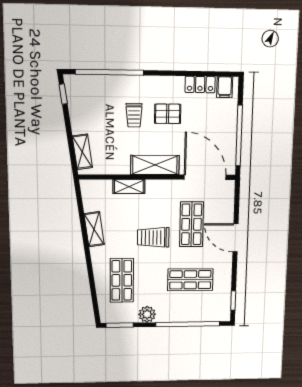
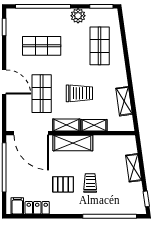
shelving: (82, 152) -> (134, 168), moved
shelving: (162, 187) -> (66, 125), added
shelving: (94, 229) -> (124, 101), moved
trolley: (153, 237) -> (79, 93), moved

